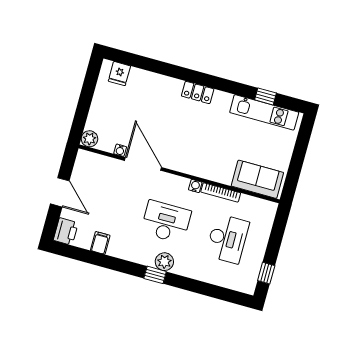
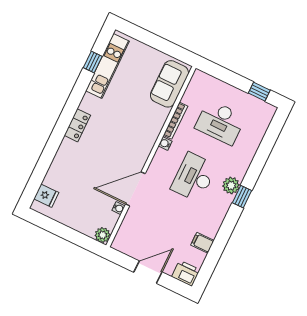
desk: (227, 239) -> (220, 122), turned 180

